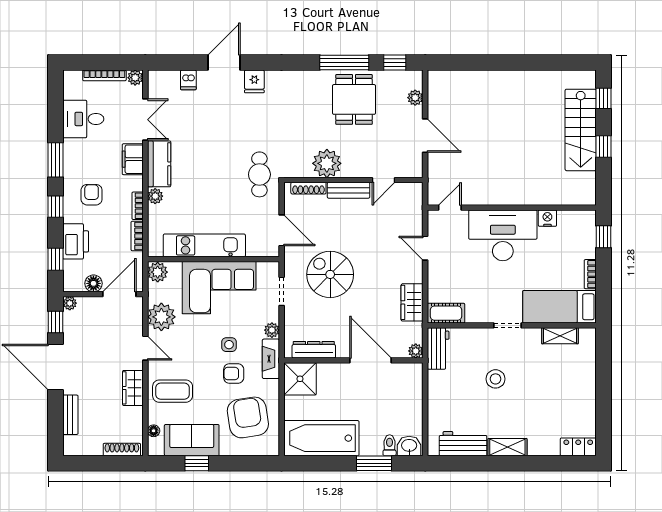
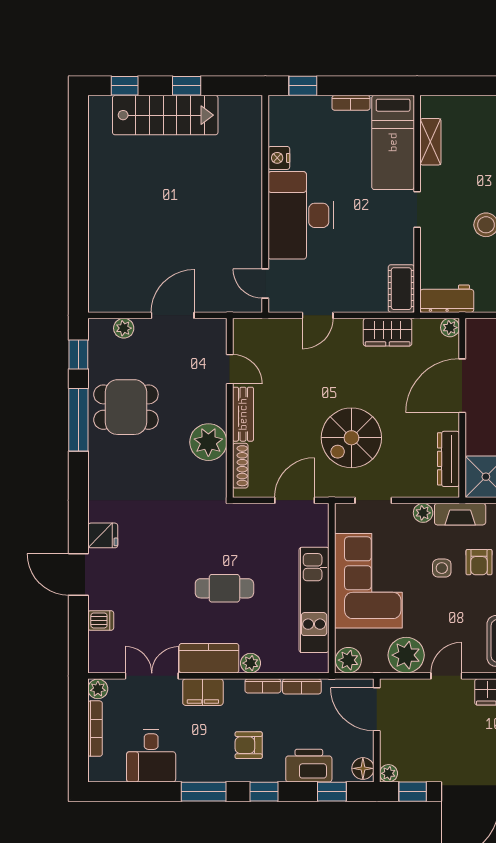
cafe table: (259, 174) -> (224, 588), moved
floor lamp: (93, 283) -> (363, 768), moved

